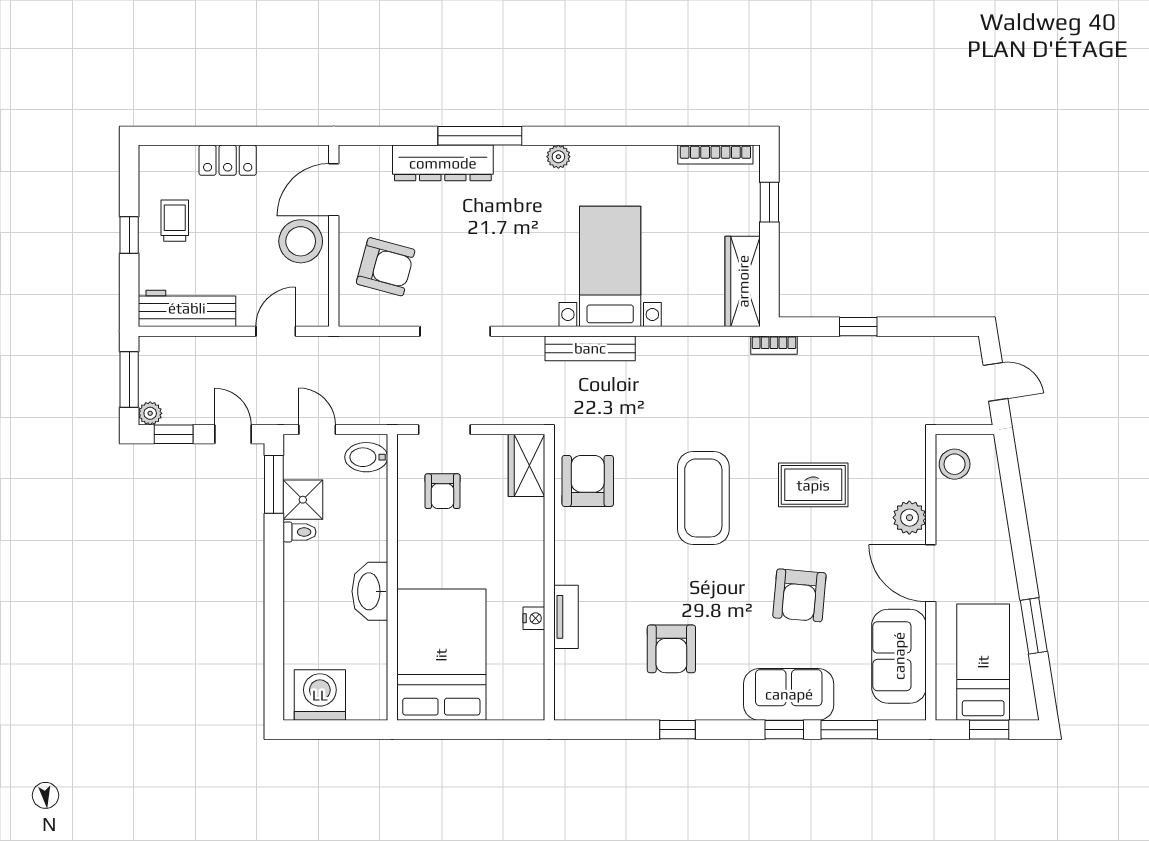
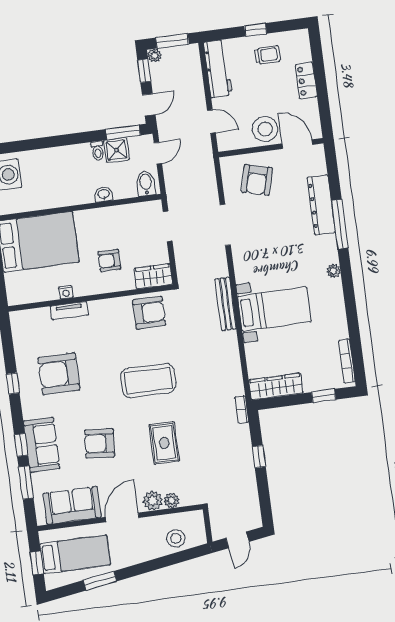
stool: (955, 464) -> (176, 538), moved
plant: (913, 485) -> (172, 500), added
armchair: (442, 491) -> (109, 260), moved
washbasin: (370, 591) -> (104, 194), moved, width x0.52, depth x0.69
armchair: (671, 649) -> (59, 374), width x1.36, depth x1.36

